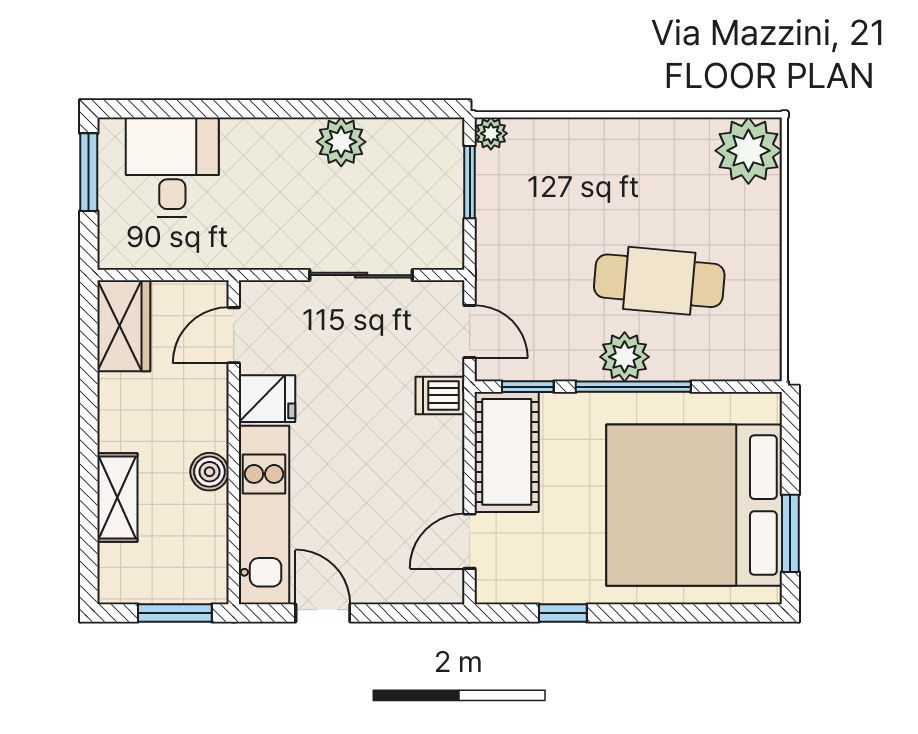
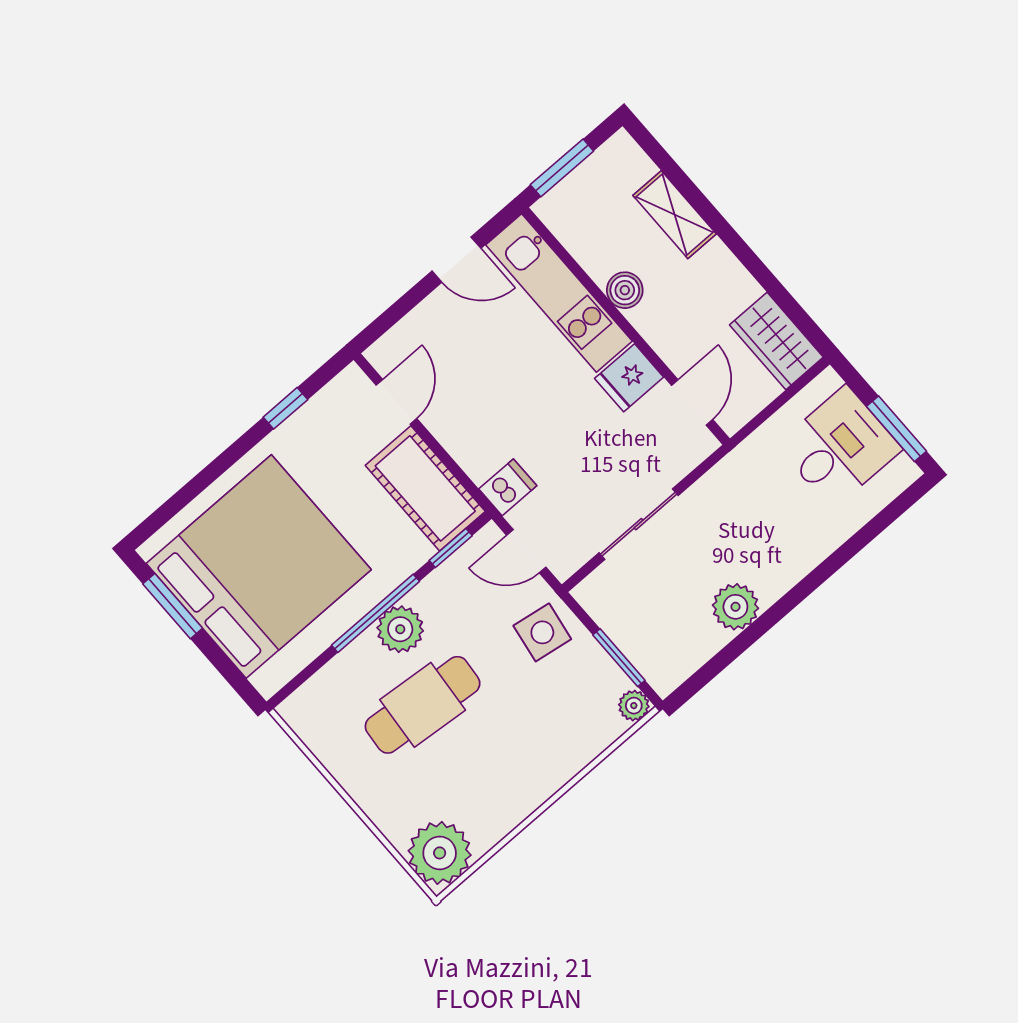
desk: (172, 167) -> (839, 447), moved, turned -90
side table: (513, 255) -> (542, 632), added

